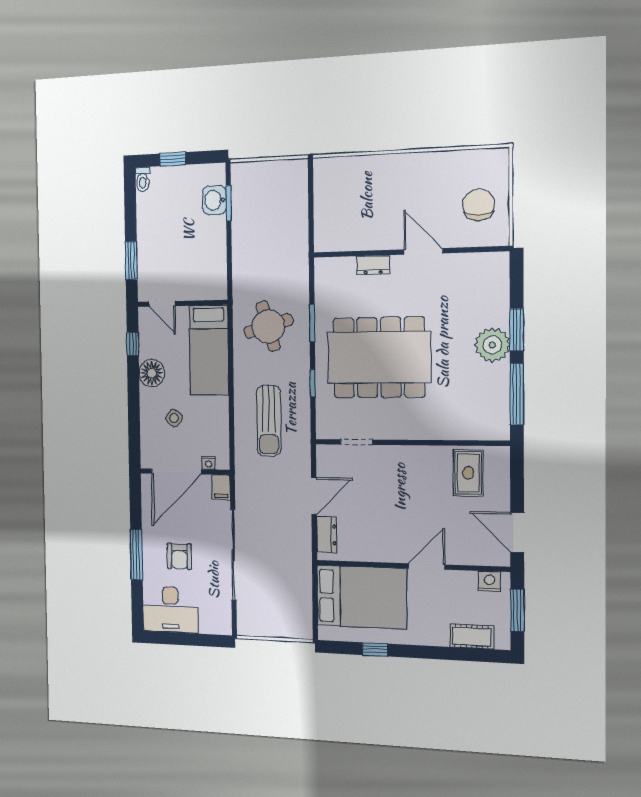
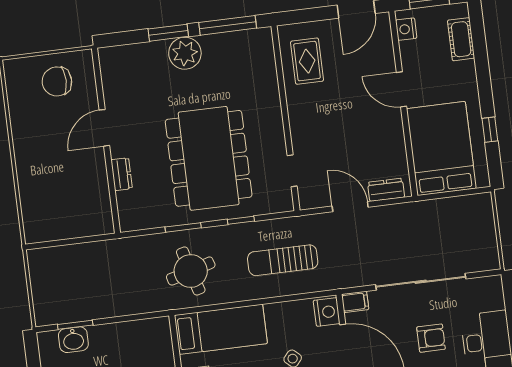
sun lounger: (269, 421) -> (283, 260), turned 180
nightstand: (209, 463) -> (327, 312), width x1.89, depth x1.79
rug: (468, 473) -> (307, 61), turned 90

